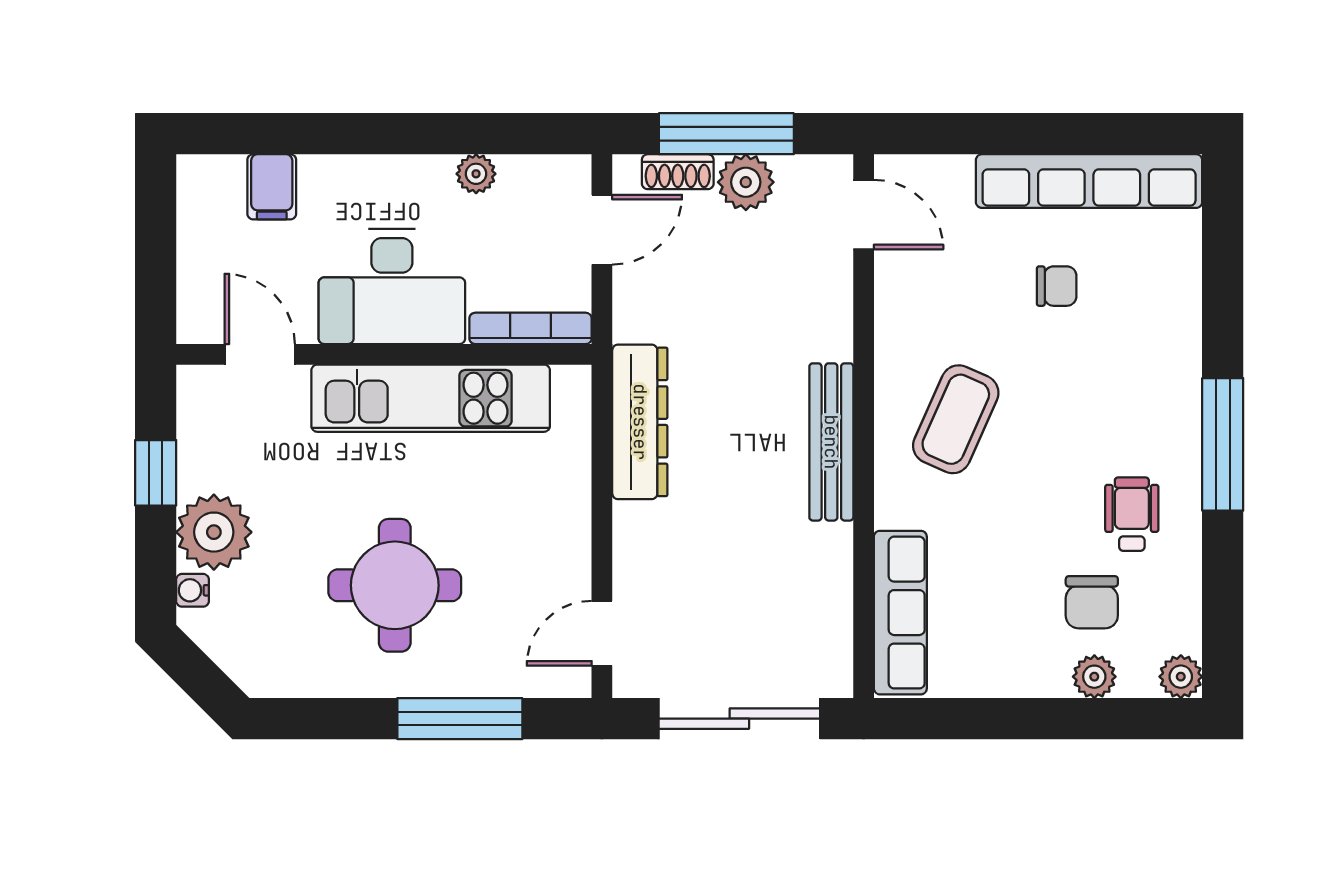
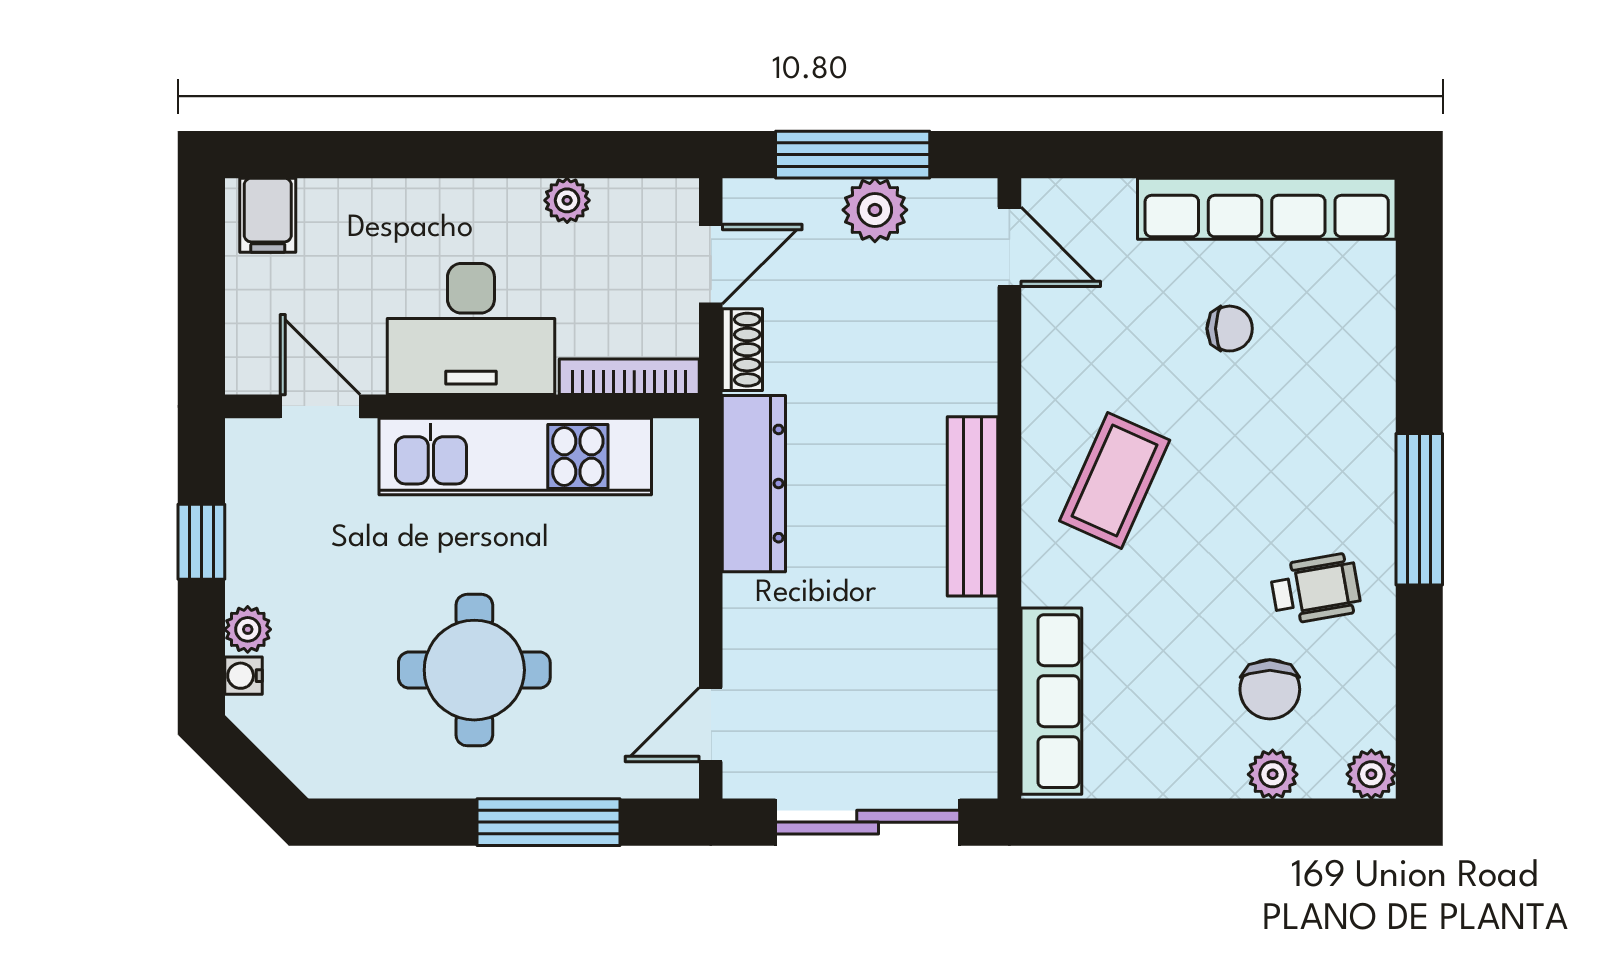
shoe rack: (678, 172) -> (742, 350), moved, turned -90
filing cabinet: (272, 187) -> (268, 215), moved
wheelchair: (1132, 514) -> (1315, 589), turned 80
plant: (214, 532) -> (248, 629), width x0.53, depth x0.53

